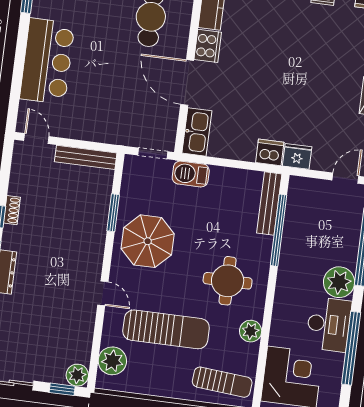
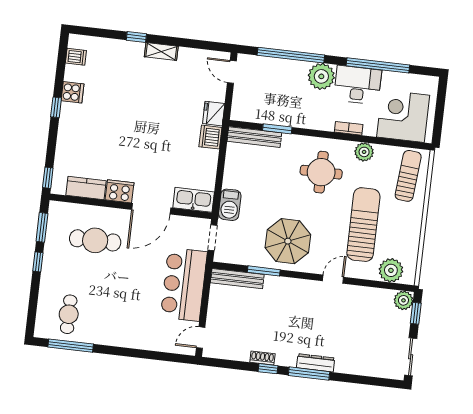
bar counter: (47, 61) -> (184, 284), moved, turned -90
bench: (86, 157) -> (237, 279), moved, turned 90
window: (279, 230) -> (277, 129), width x0.47
bookcase: (278, 313) -> (349, 128), added

